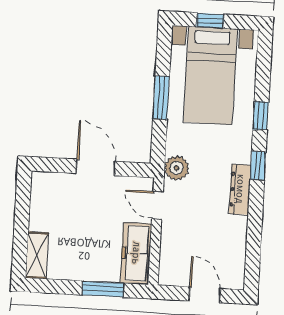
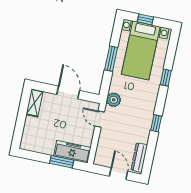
window: (258, 166) -> (156, 123), moved
dresser: (240, 189) -> (139, 157), moved
freezer: (136, 253) -> (72, 152), moved, turned 90
shelving: (37, 255) -> (35, 103), moved

